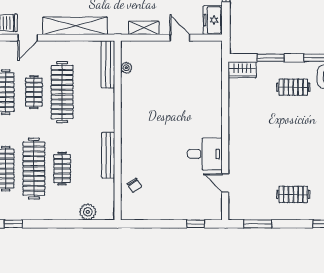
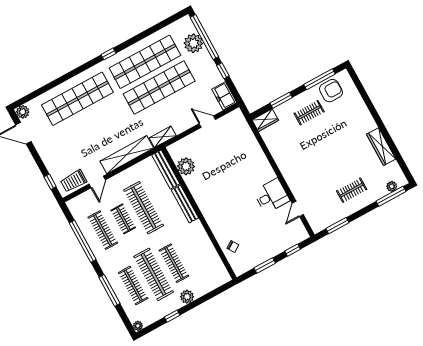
shelving: (144, 28) -> (163, 137), moved
plant: (126, 68) -> (186, 166), width x1.88, depth x1.88
bench: (108, 155) -> (185, 204), moved
clothes rail: (62, 169) -> (174, 263), width x1.36
door: (225, 183) -> (298, 209), hinge flipped
plant: (88, 212) -> (187, 297), moved
window: (13, 224) -> (172, 316), moved
window: (157, 224) -> (265, 265), added

